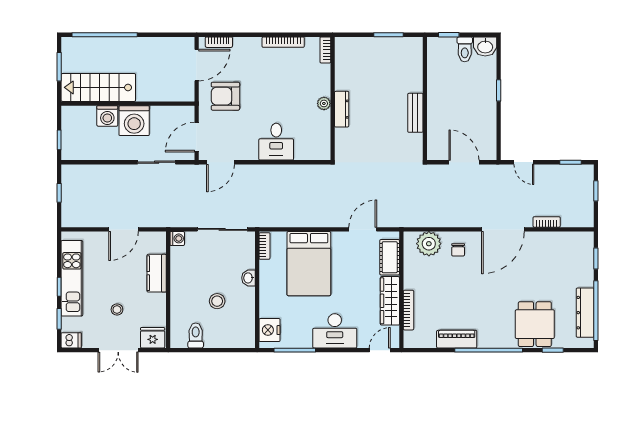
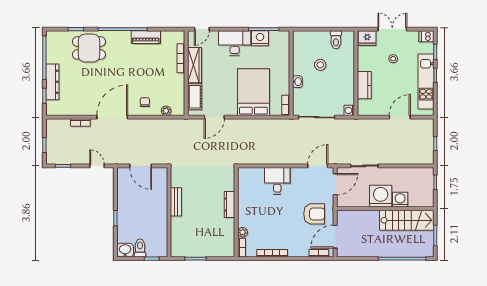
plant: (324, 103) -> (243, 232), moved
door: (124, 229) -> (400, 117), moved
plant: (429, 244) -> (166, 111), width x0.53, depth x0.53
dresser: (585, 313) -> (52, 82), moved
dining table: (535, 324) -> (89, 48), turned 90
nightstand: (270, 330) -> (260, 38), moved, turned -90

